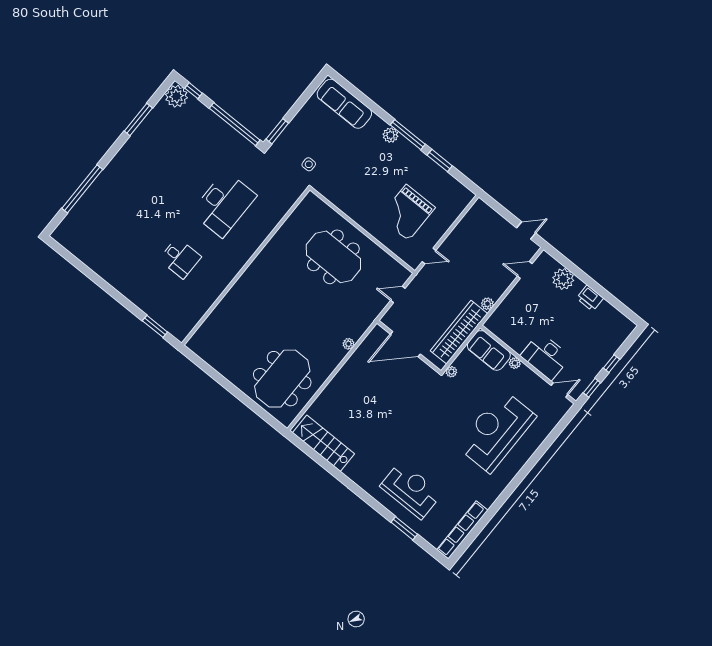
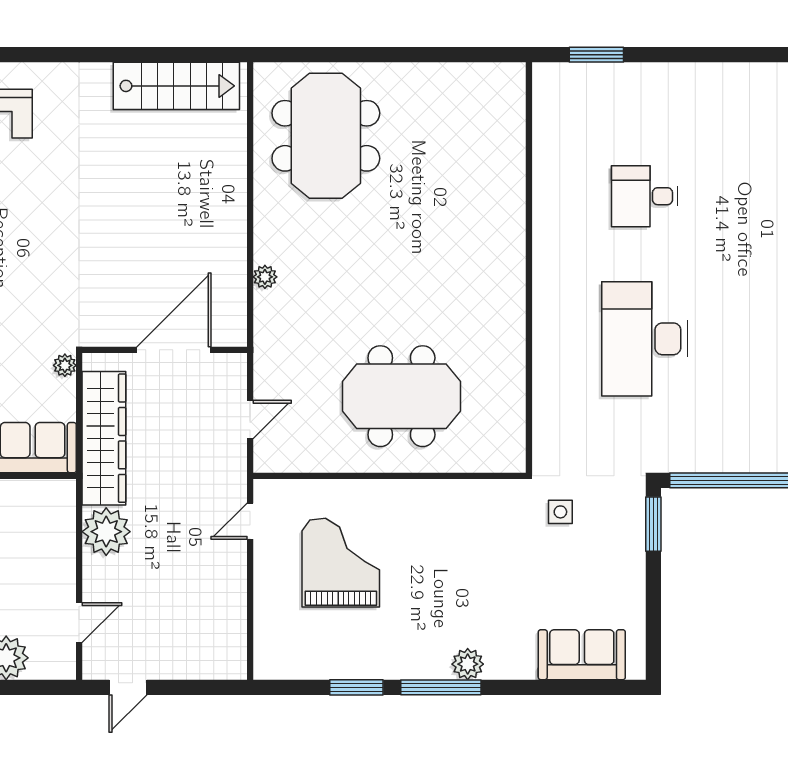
sofa: (344, 104) -> (582, 655), width x0.73
plant: (487, 304) -> (106, 532), width x1.88, depth x1.88

